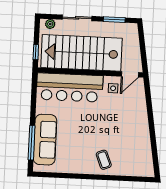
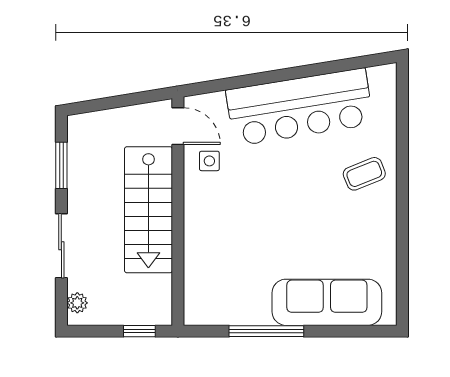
stairs: (81, 53) -> (148, 210), width x0.73, depth x0.66
bar counter: (70, 88) -> (300, 107), moved, turned 81
window: (32, 143) -> (266, 331), moved

